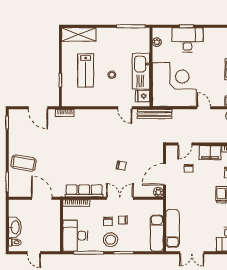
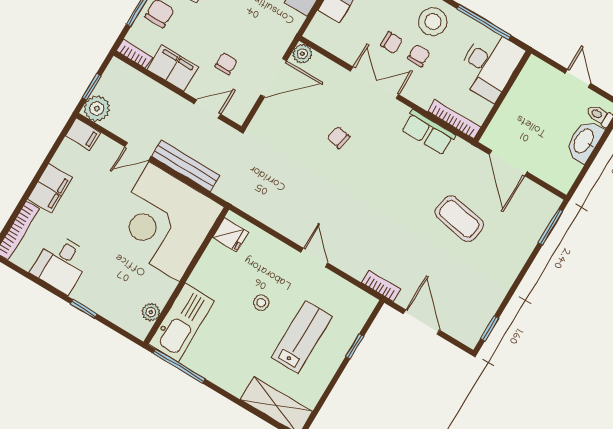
desk: (187, 40) -> (61, 264), moved, width x0.73
kitchen sink: (141, 71) -> (181, 323), moved
door: (125, 108) -> (314, 258), moved
door: (204, 108) -> (138, 152), hinge flipped
bench: (155, 114) -> (186, 166), moved
coffee table: (24, 163) -> (459, 219), moved
row of seats: (84, 191) -> (428, 132), width x0.68
double door: (120, 198) -> (375, 83), swing flipped

